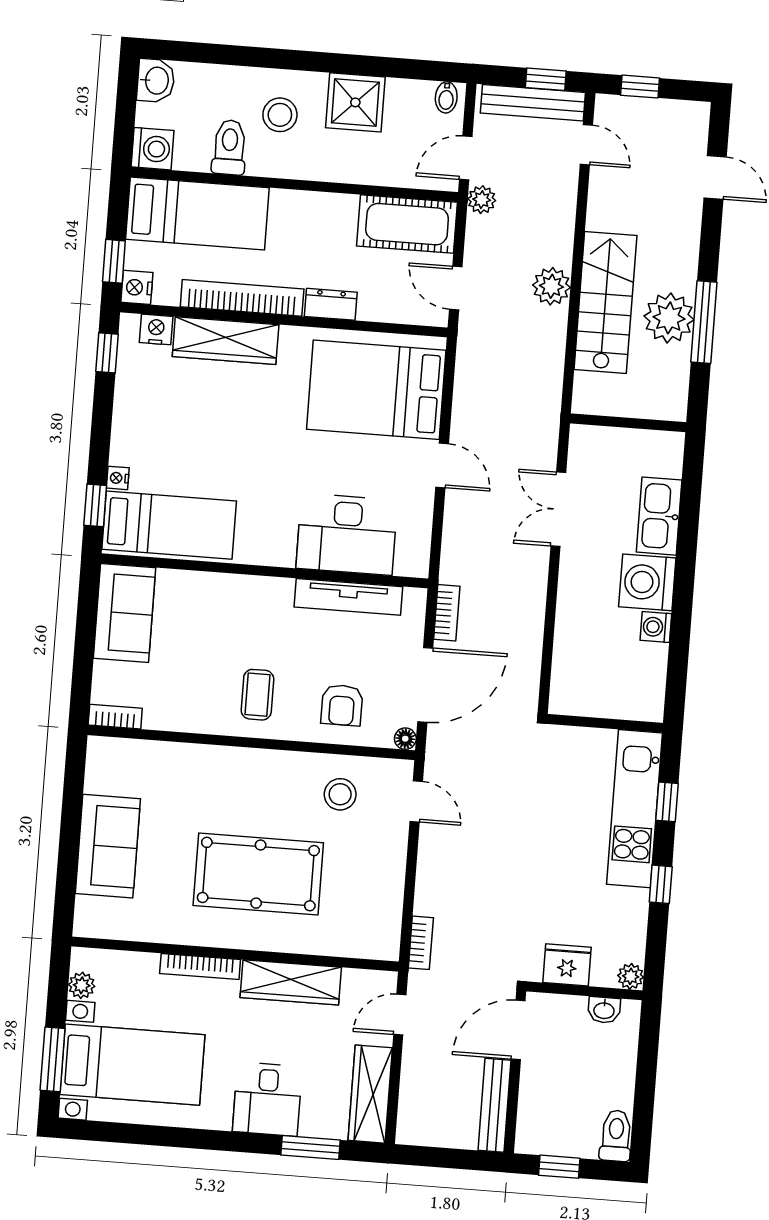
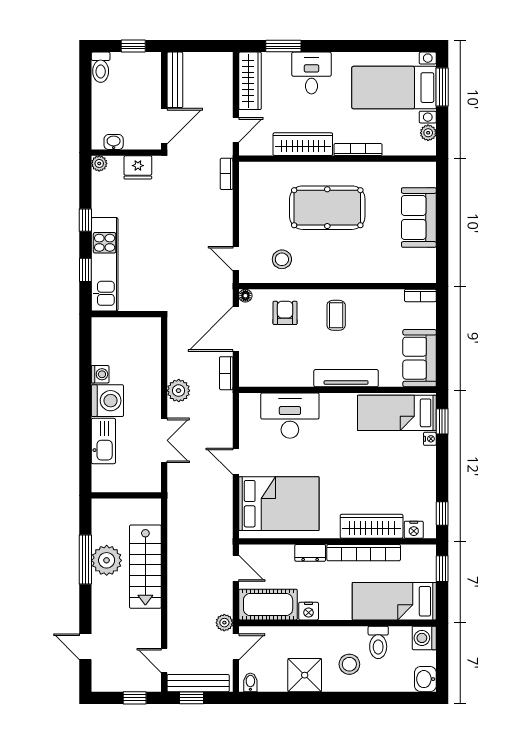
plant: (551, 286) -> (179, 391), moved
nightstand: (137, 287) -> (309, 611), moved, turned 90
tv unit: (348, 597) -> (346, 378), moved

